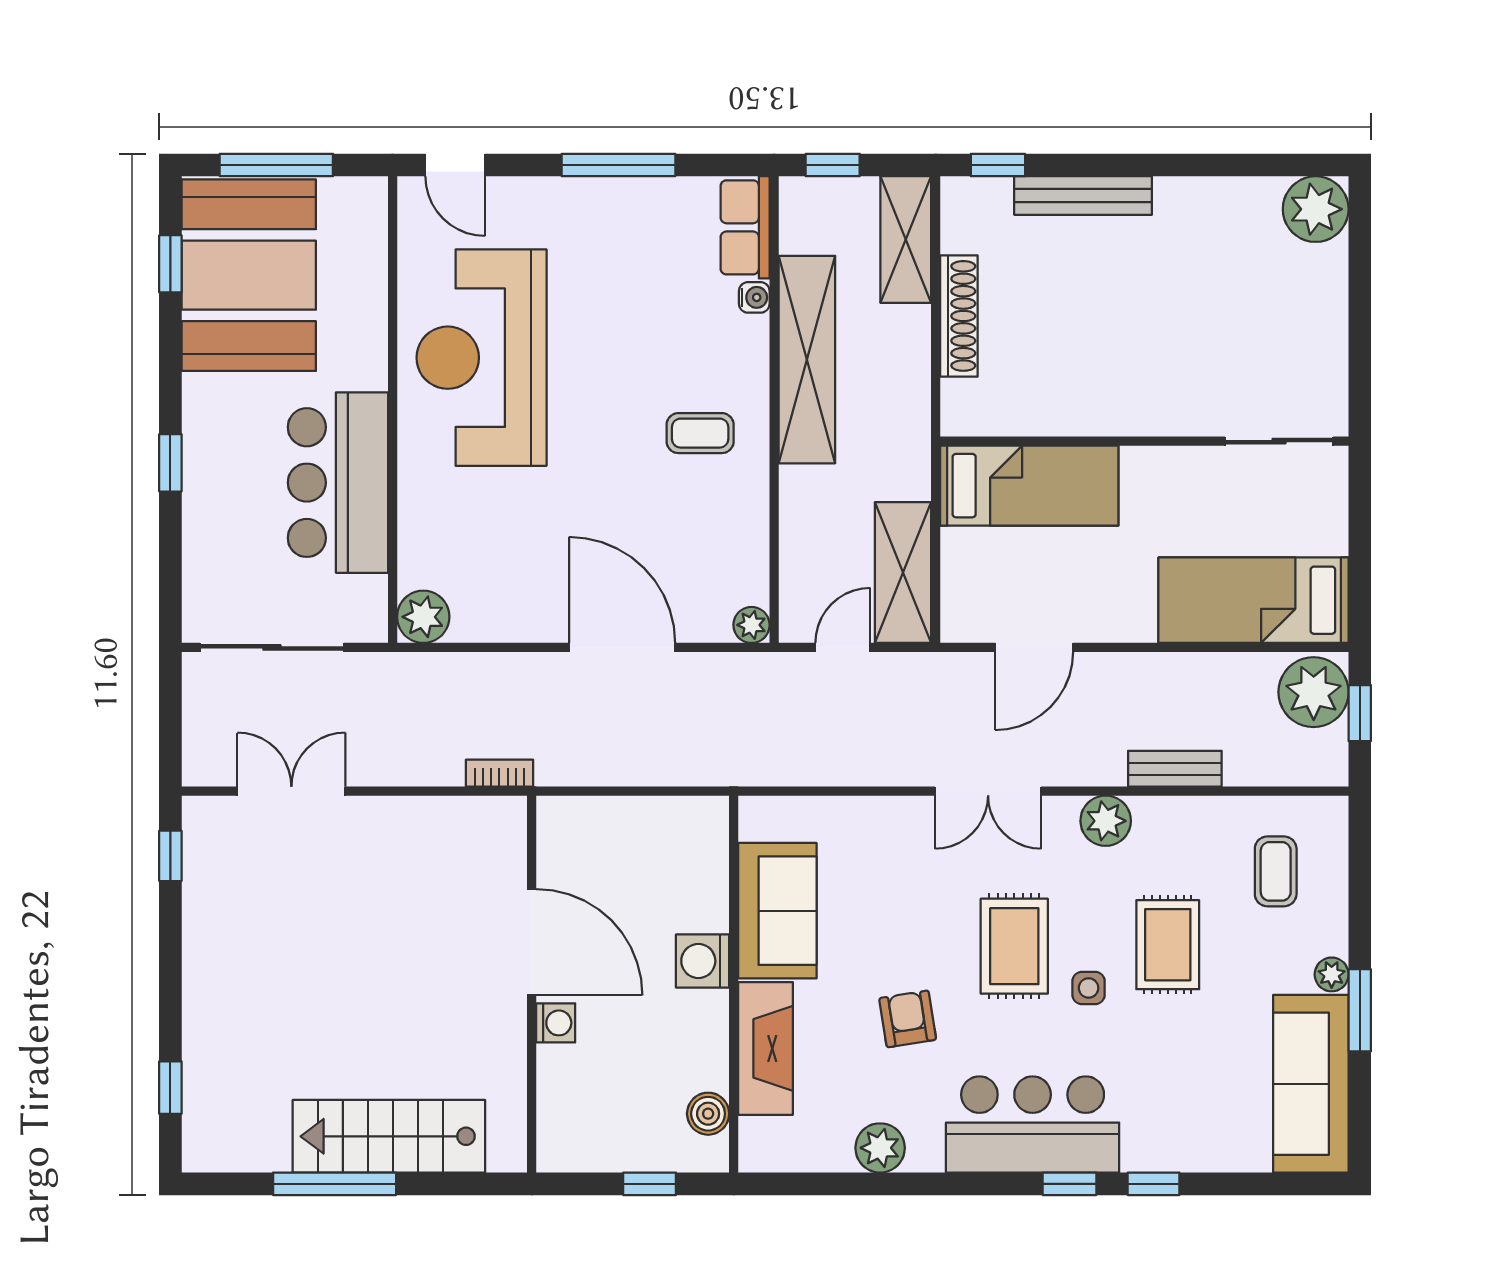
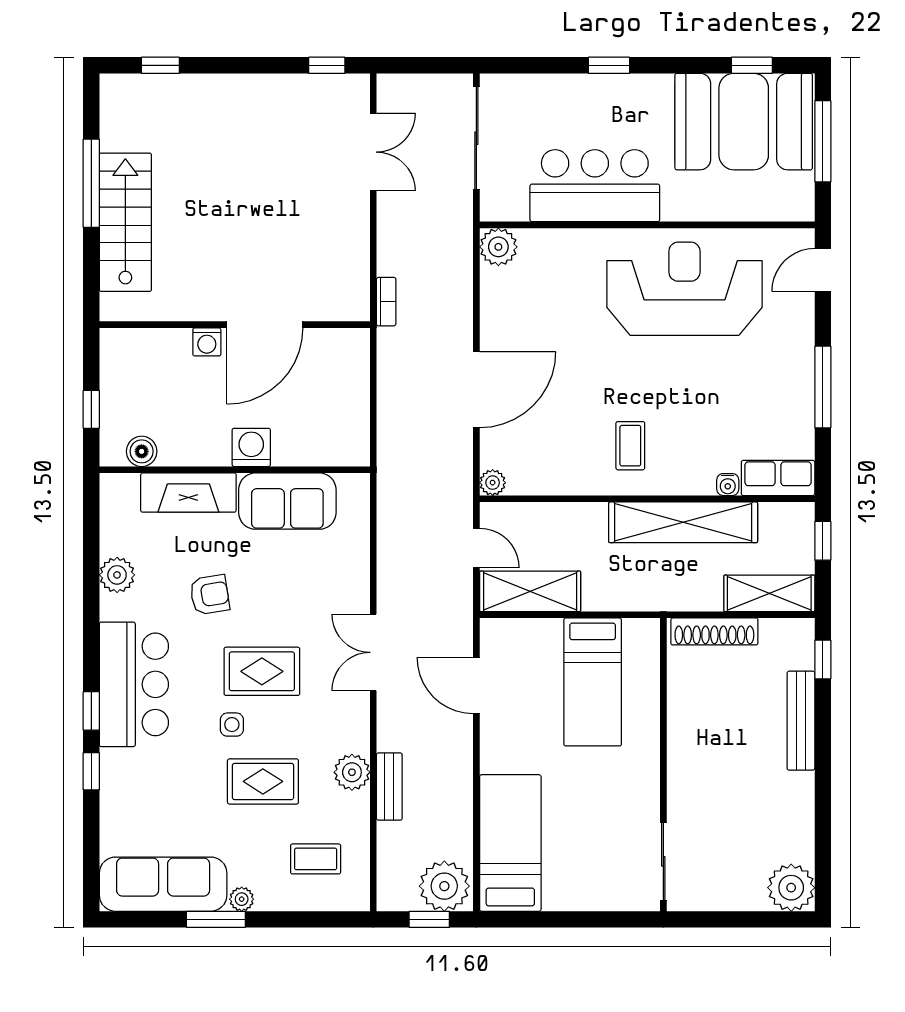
wall: (1144, 441) -> (663, 765), moved
sliding door: (1279, 441) -> (663, 861), moved
plant: (1106, 821) -> (352, 772), moved

